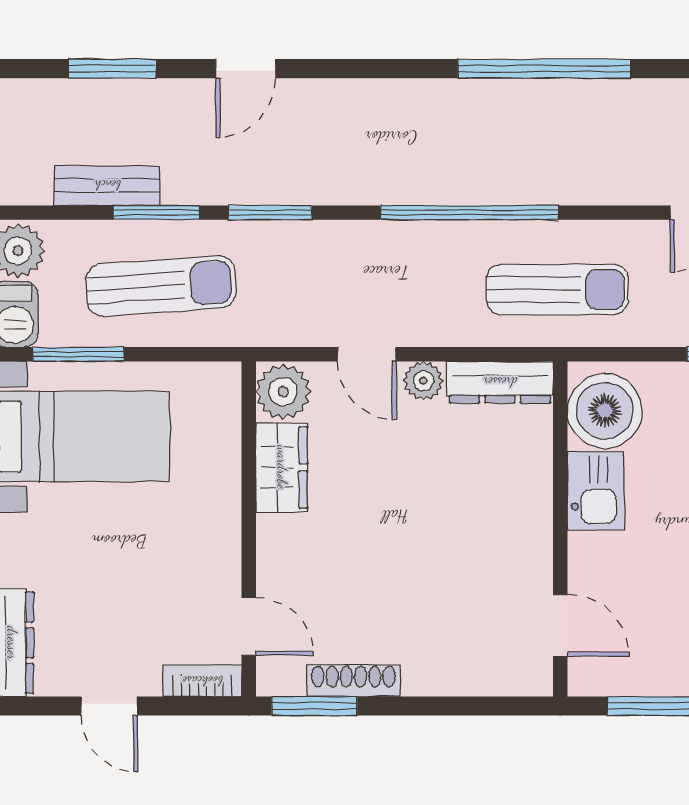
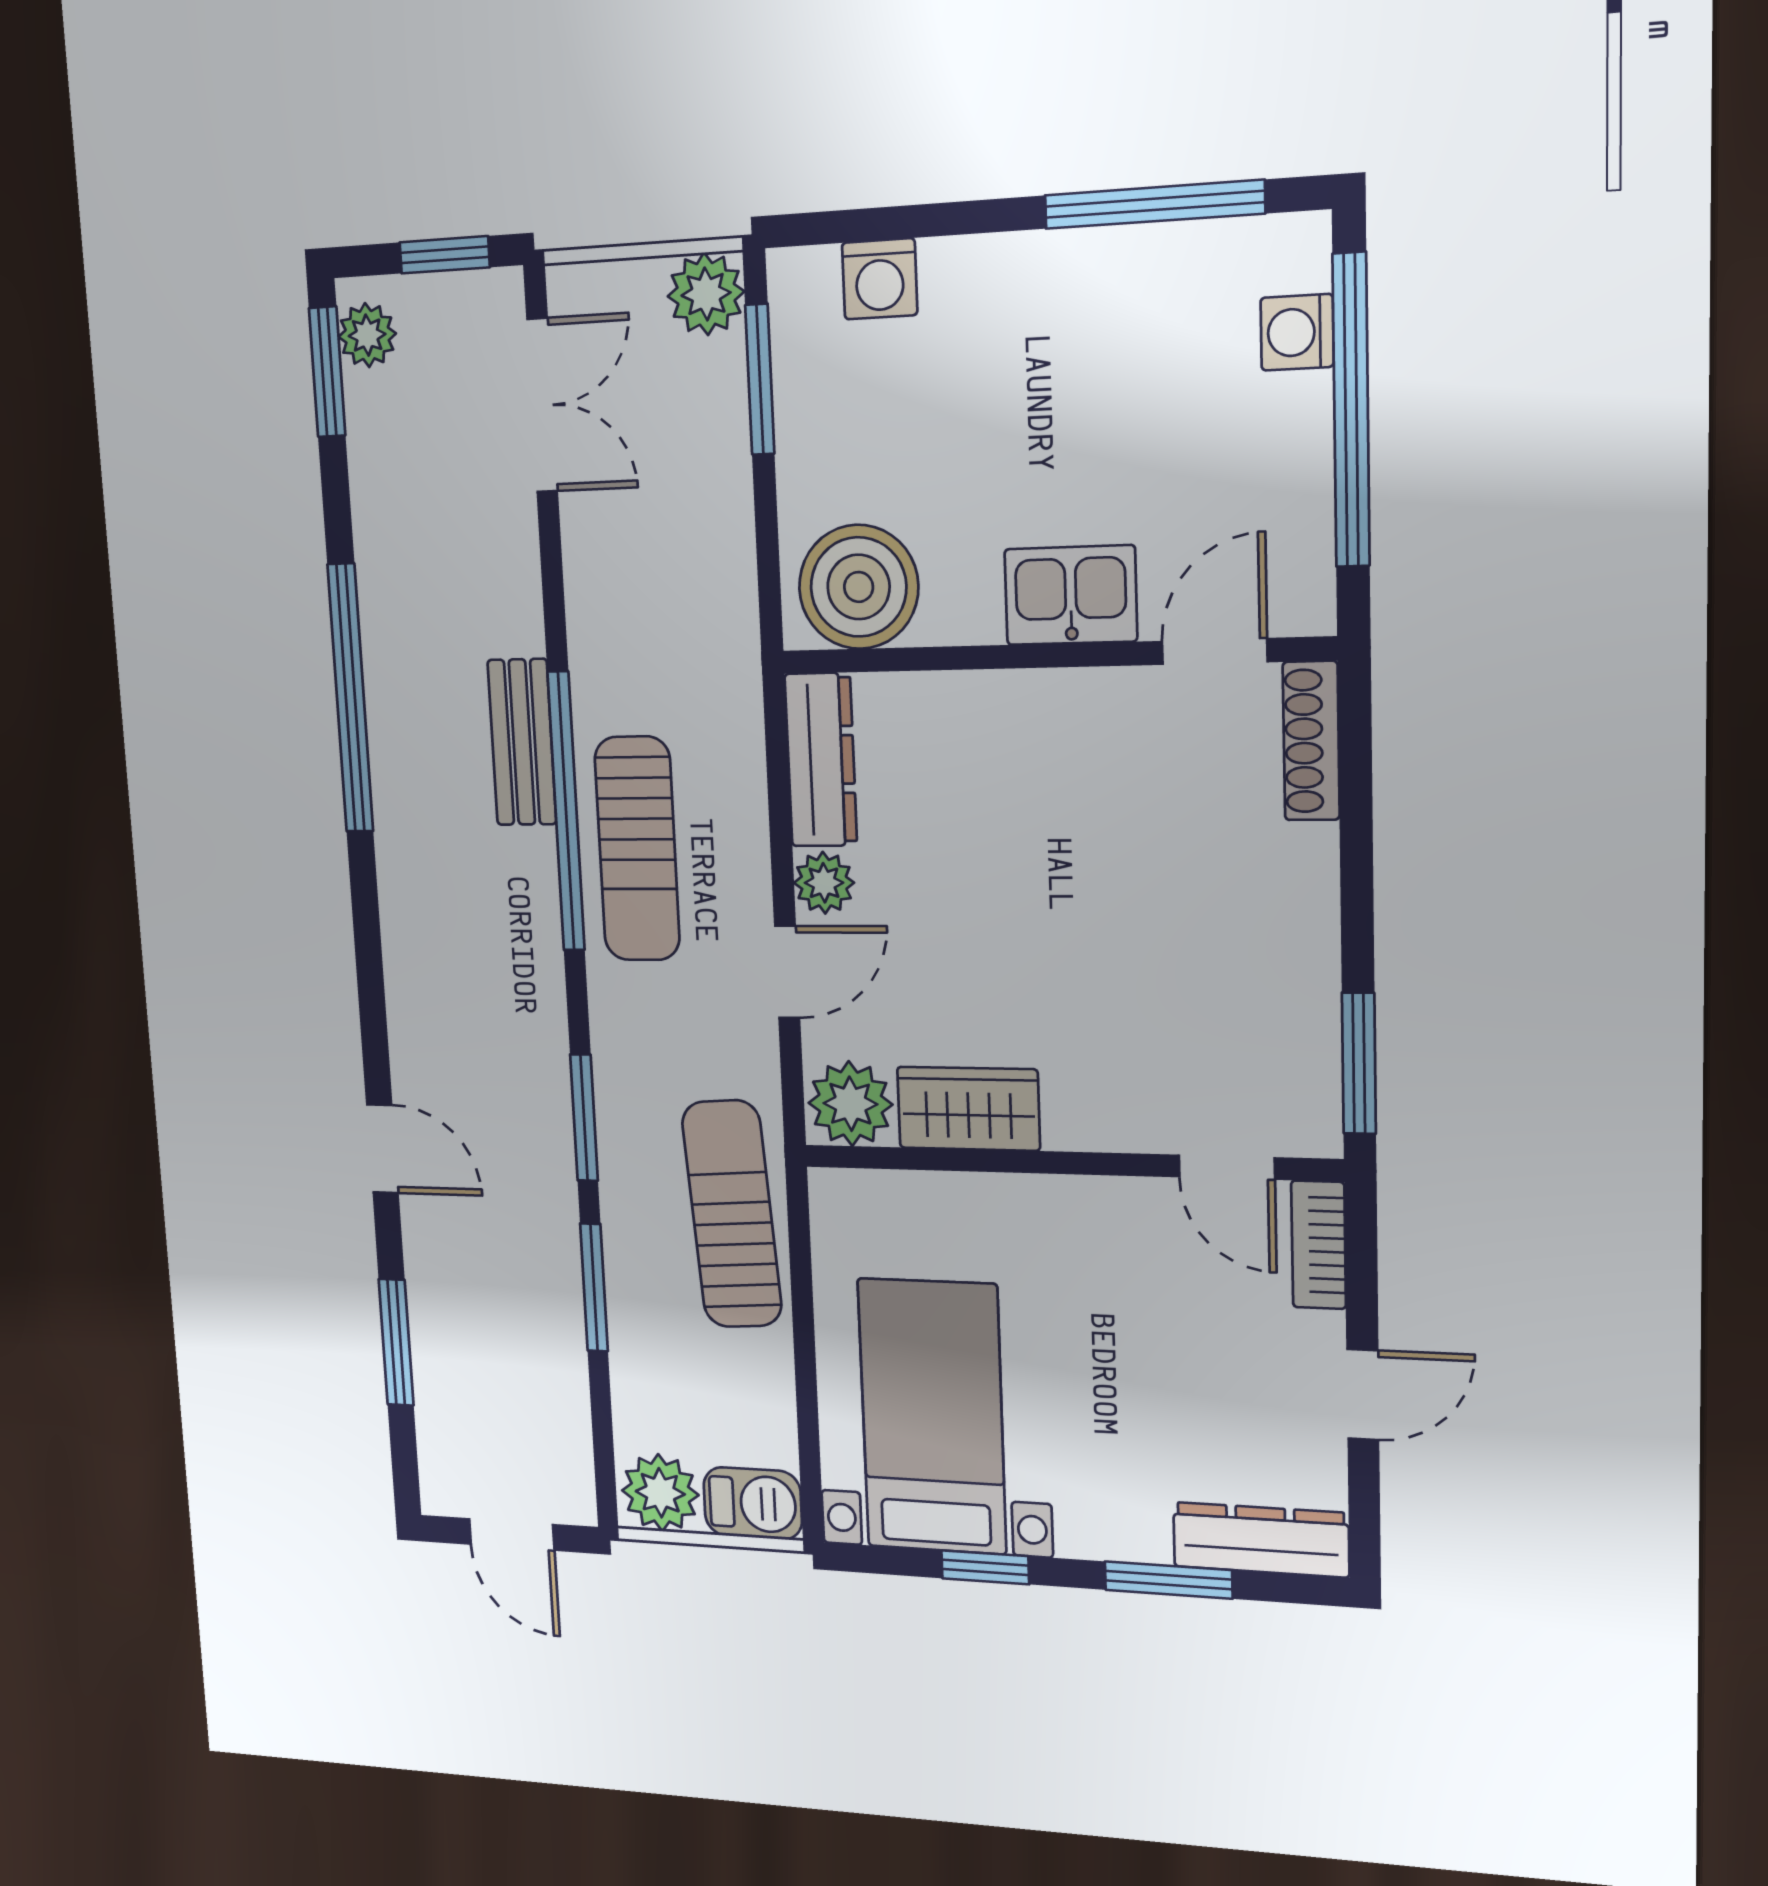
bench: (107, 185) -> (522, 742), moved
sun lounger: (161, 286) -> (732, 1214), moved
sun lounger: (557, 289) -> (637, 849), moved, turned 180
window: (78, 354) -> (808, 1413), removed
kitchen sink: (596, 491) -> (1071, 595), moved
door: (249, 627) -> (1227, 1167), swing flipped
shoe rack: (353, 681) -> (1311, 741), moved

